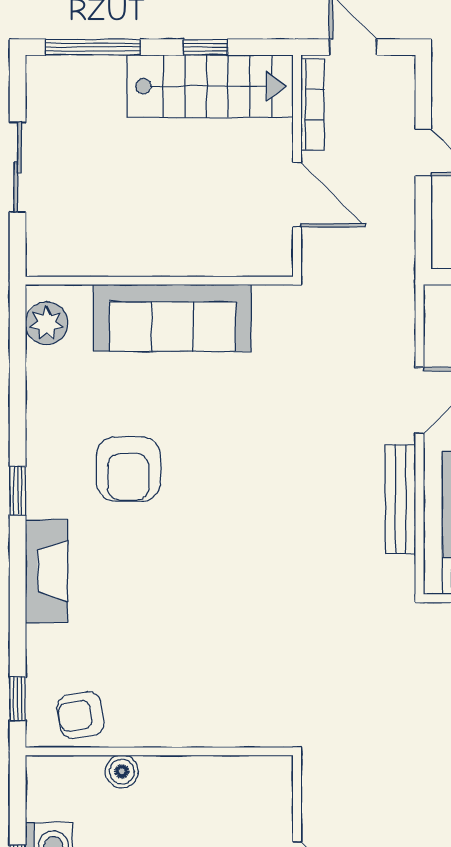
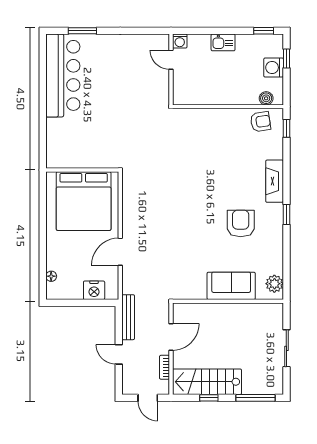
bookcase: (313, 105) -> (165, 367), width x0.64
door: (297, 195) -> (171, 337), swing flipped
sofa: (172, 318) -> (231, 286), width x0.73
bench: (400, 499) -> (128, 317), moved
boiler: (122, 772) -> (266, 98), moved

